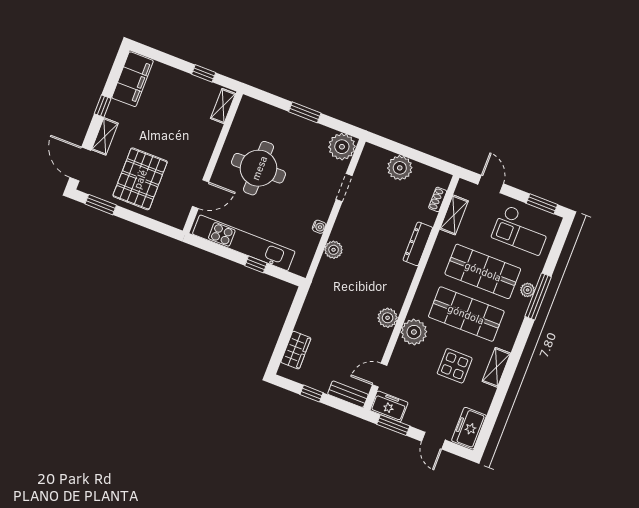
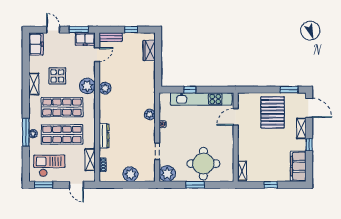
window: (204, 73) -> (271, 185), moved
round table: (259, 168) -> (203, 164), moved

